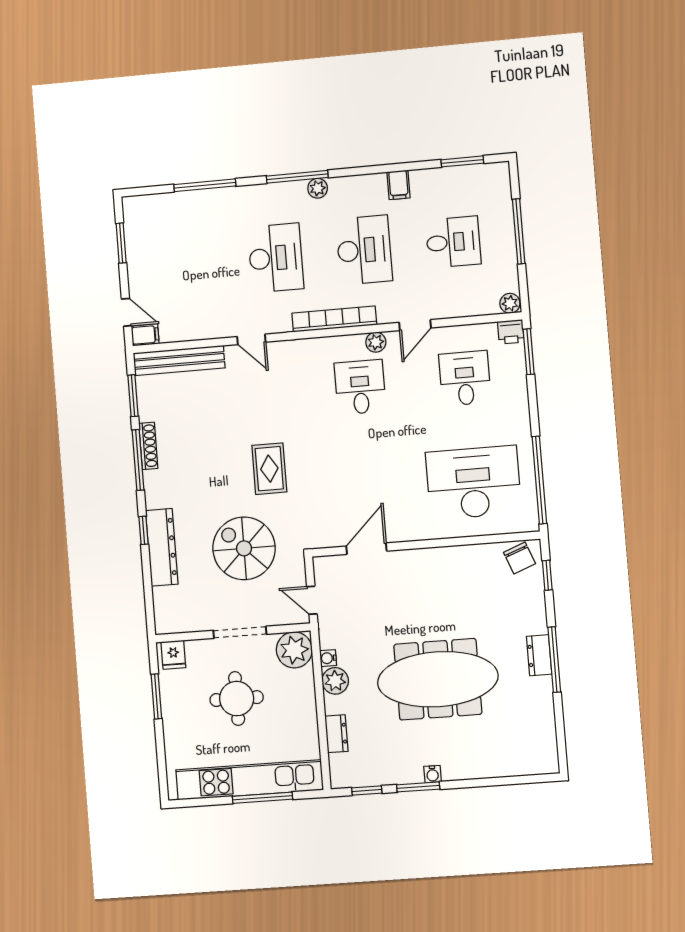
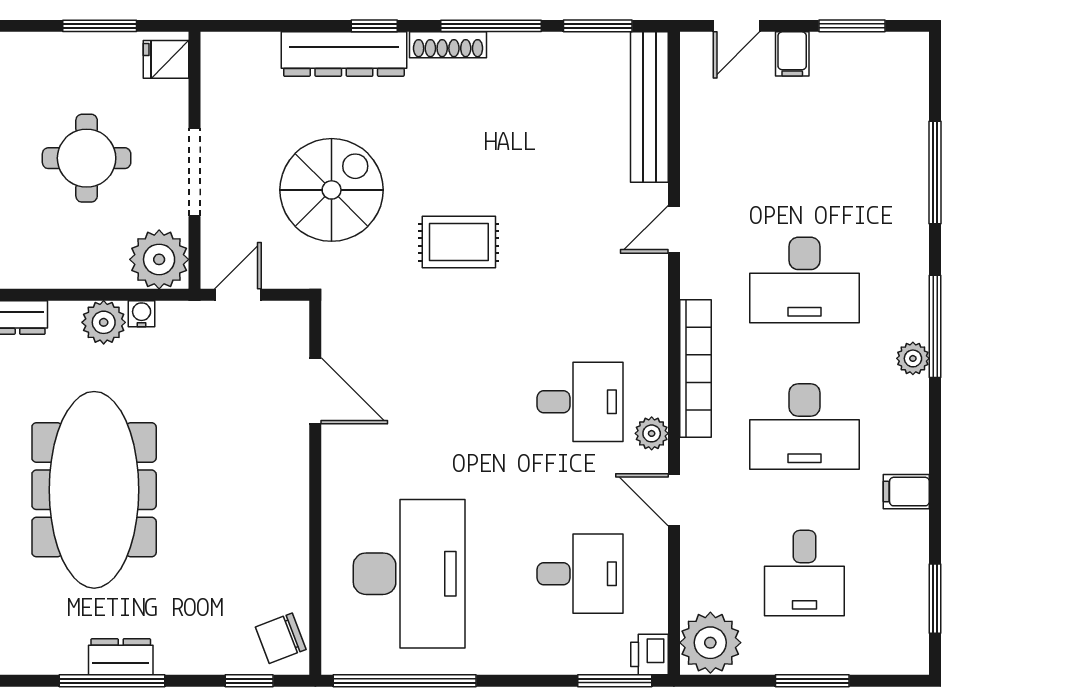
window: (519, 231) -> (812, 681), width x0.69
plant: (510, 303) -> (710, 643), width x1.87, depth x1.87
filing cabinet: (145, 335) -> (792, 54), moved
shoe rack: (148, 446) -> (448, 45), moved

